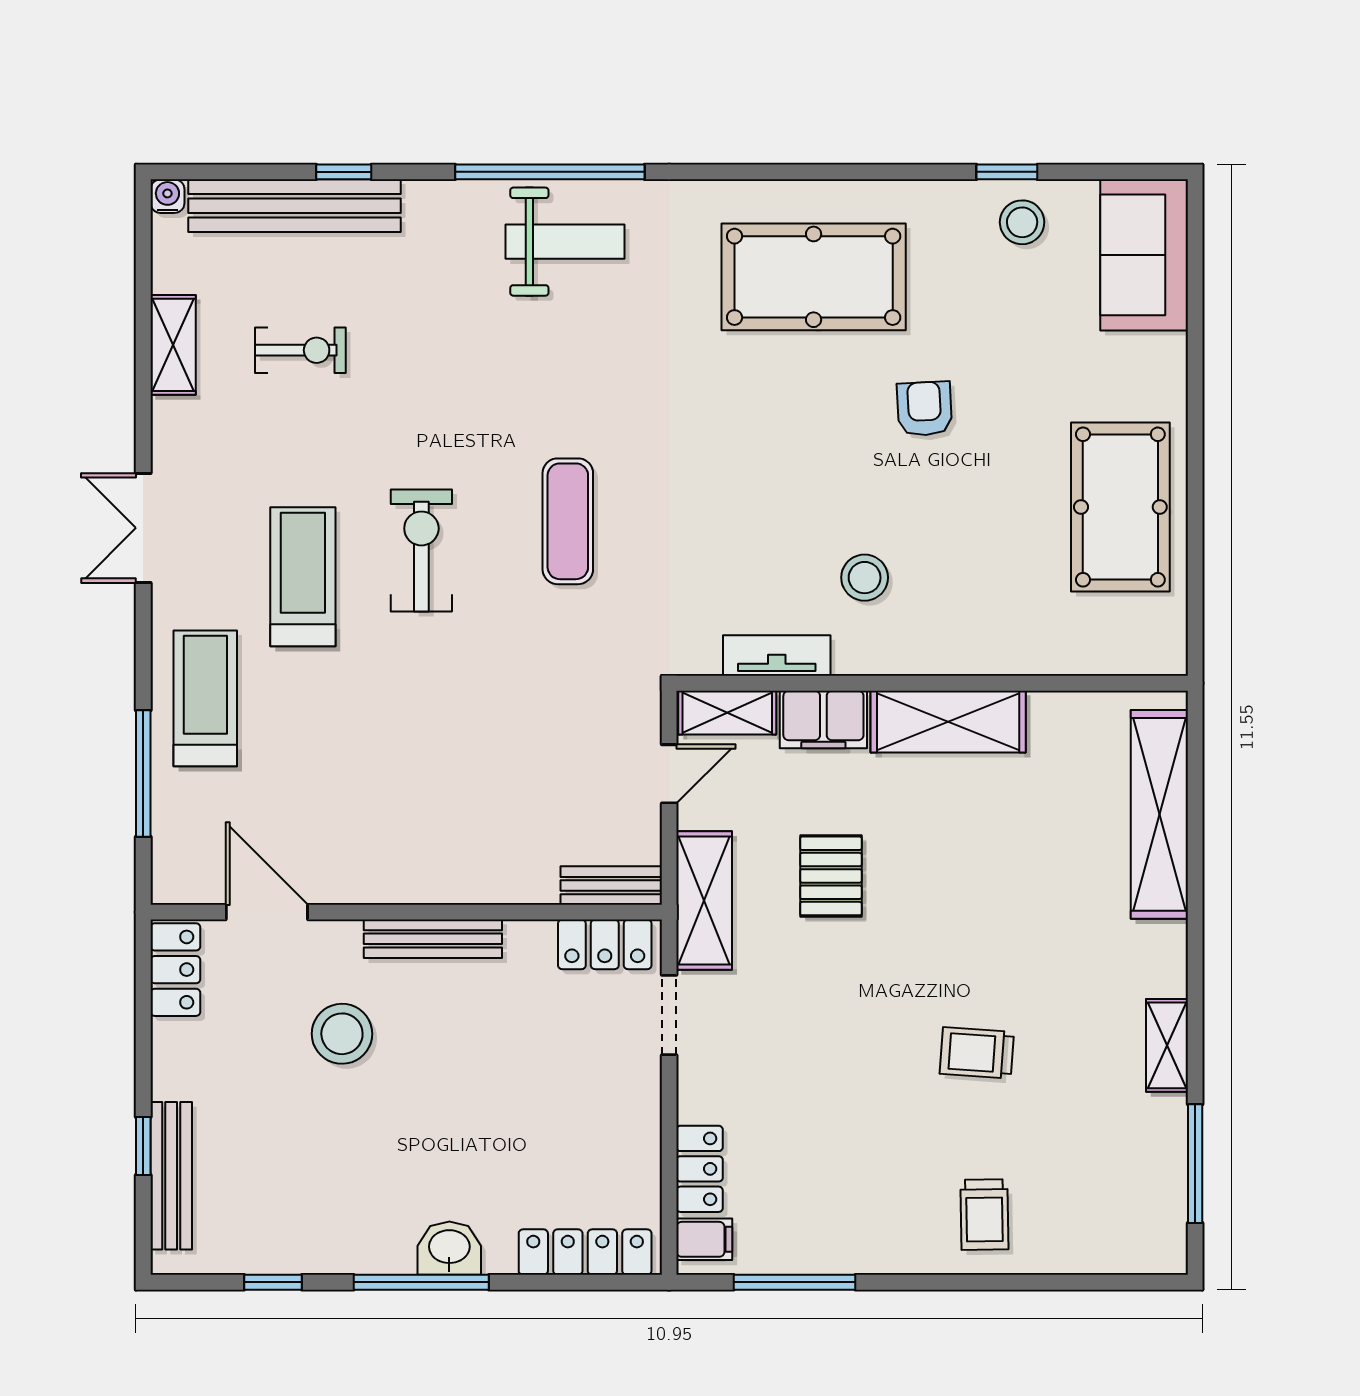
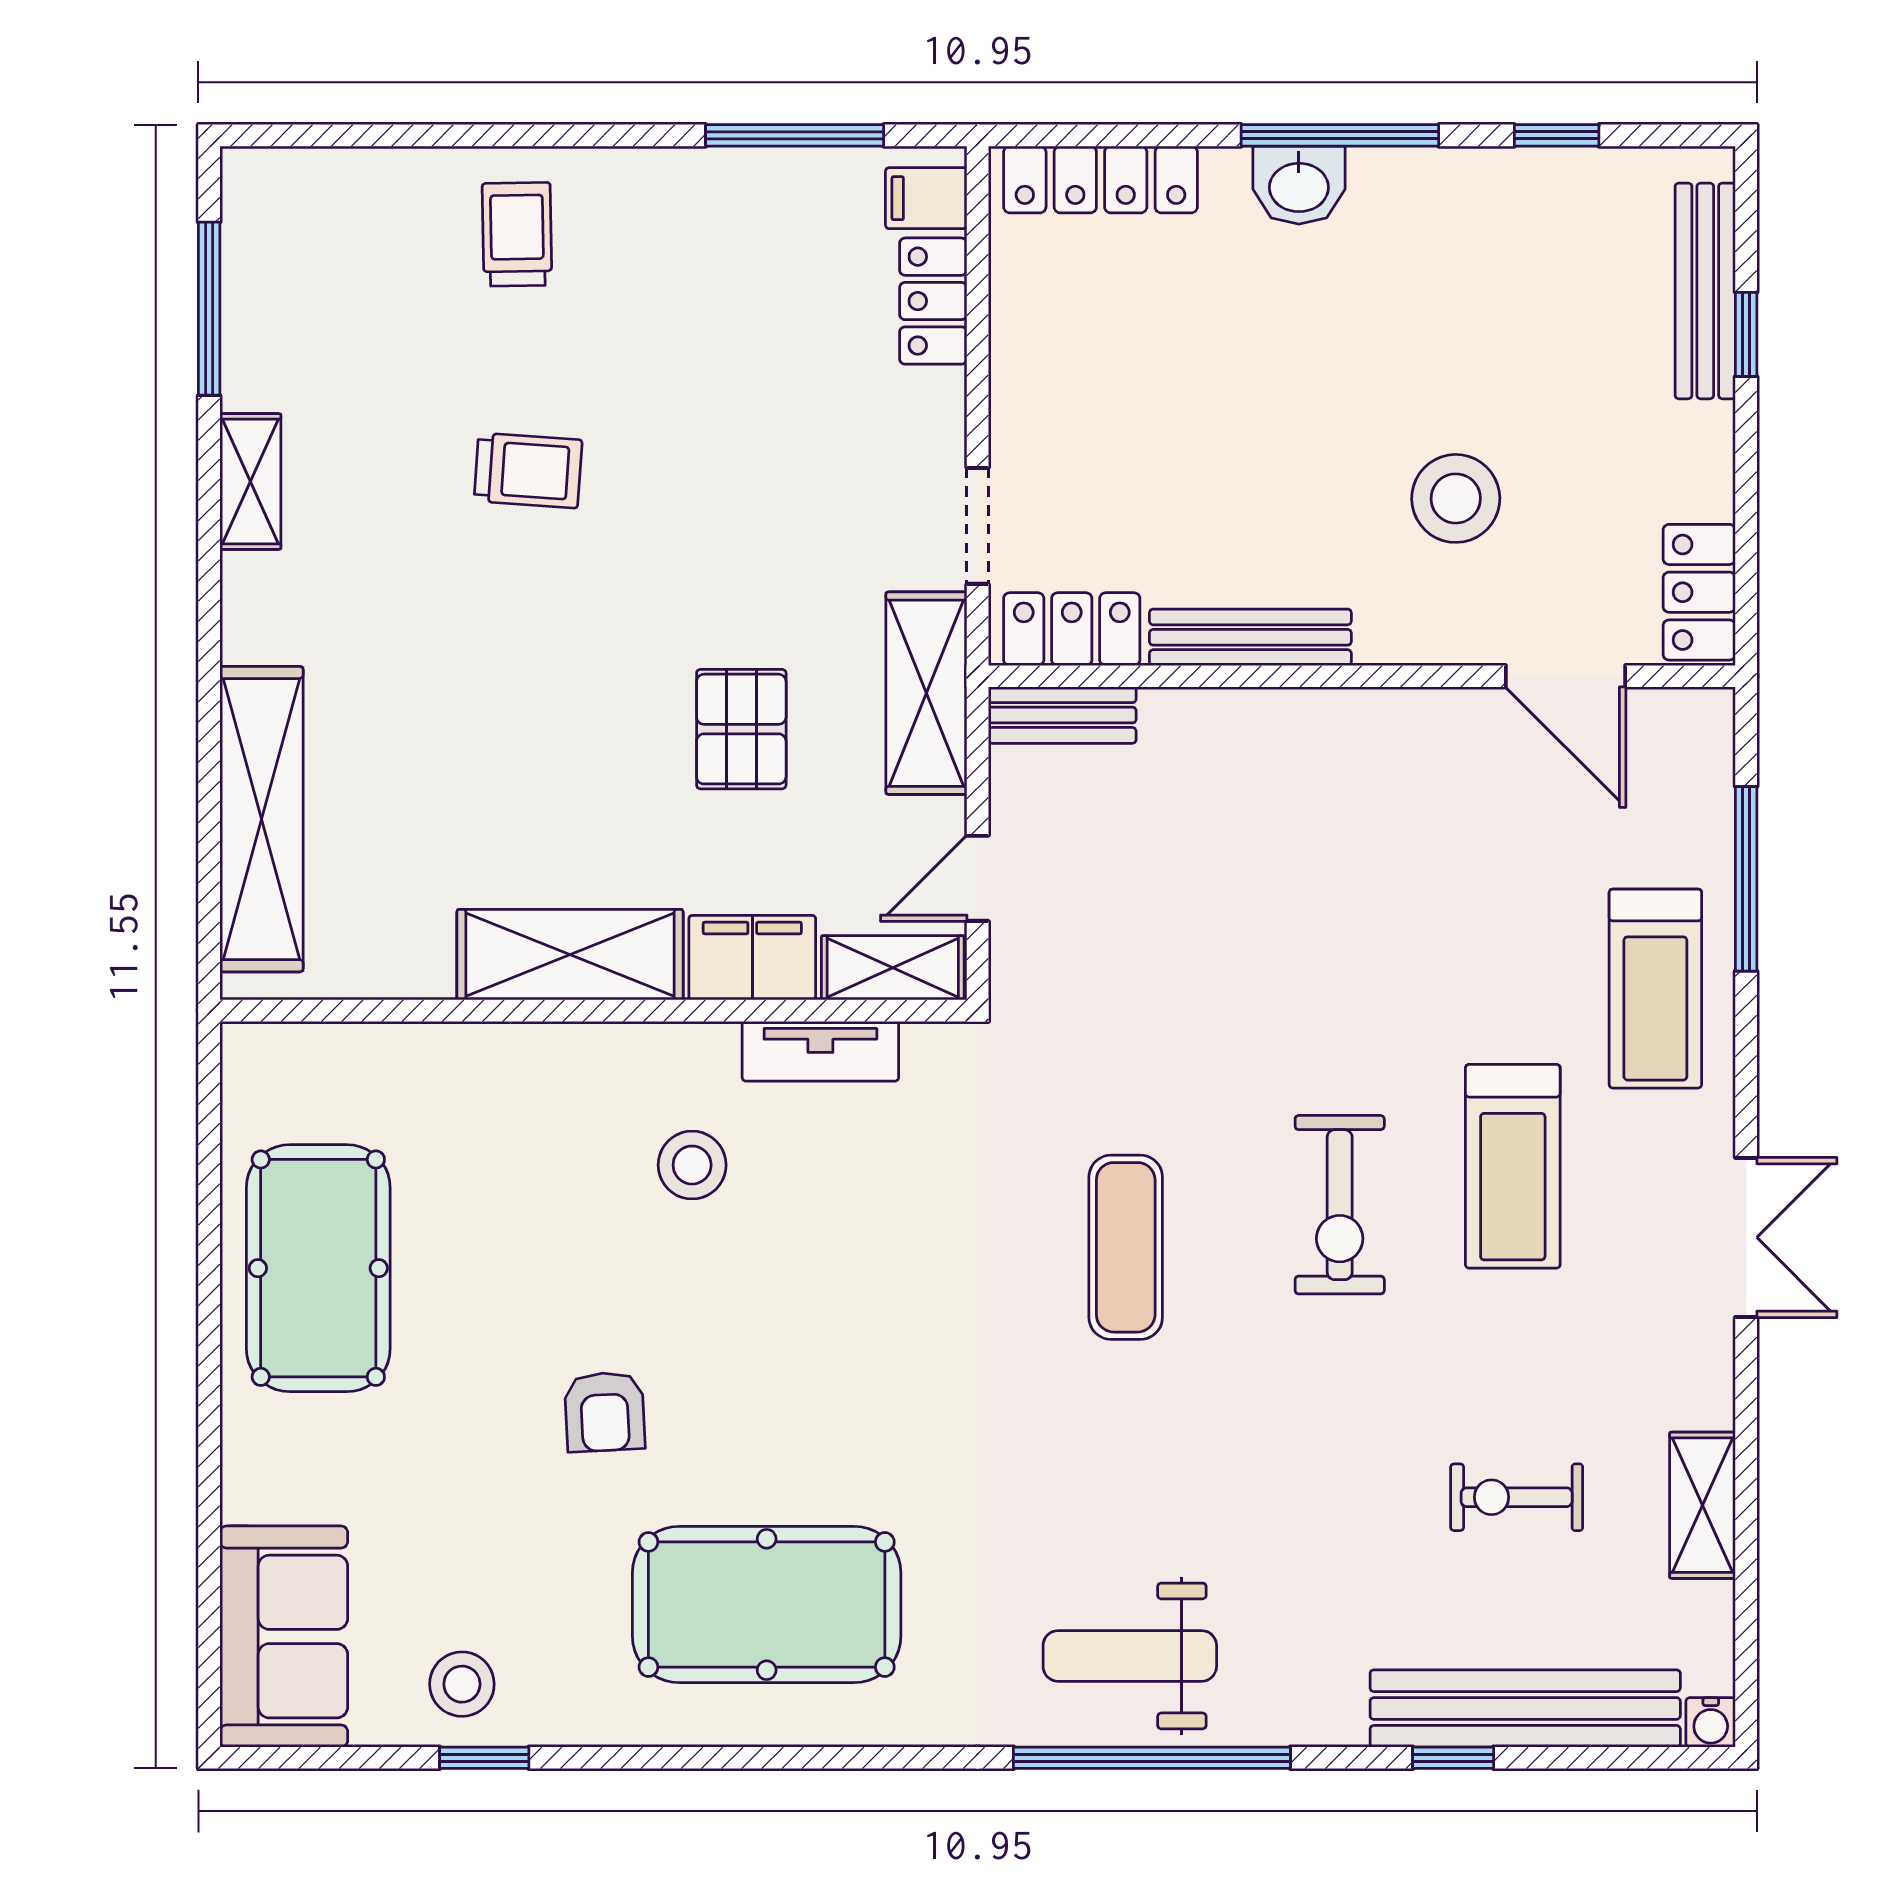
bench: (433, 939) -> (1250, 637), moved

